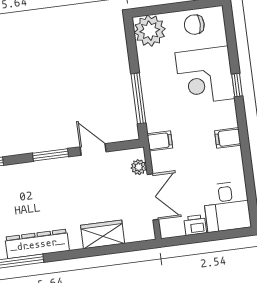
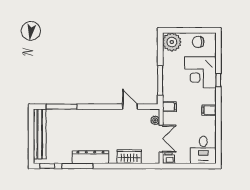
window: (51, 155) -> (105, 107), removed
printer: (195, 225) -> (169, 158), moved

